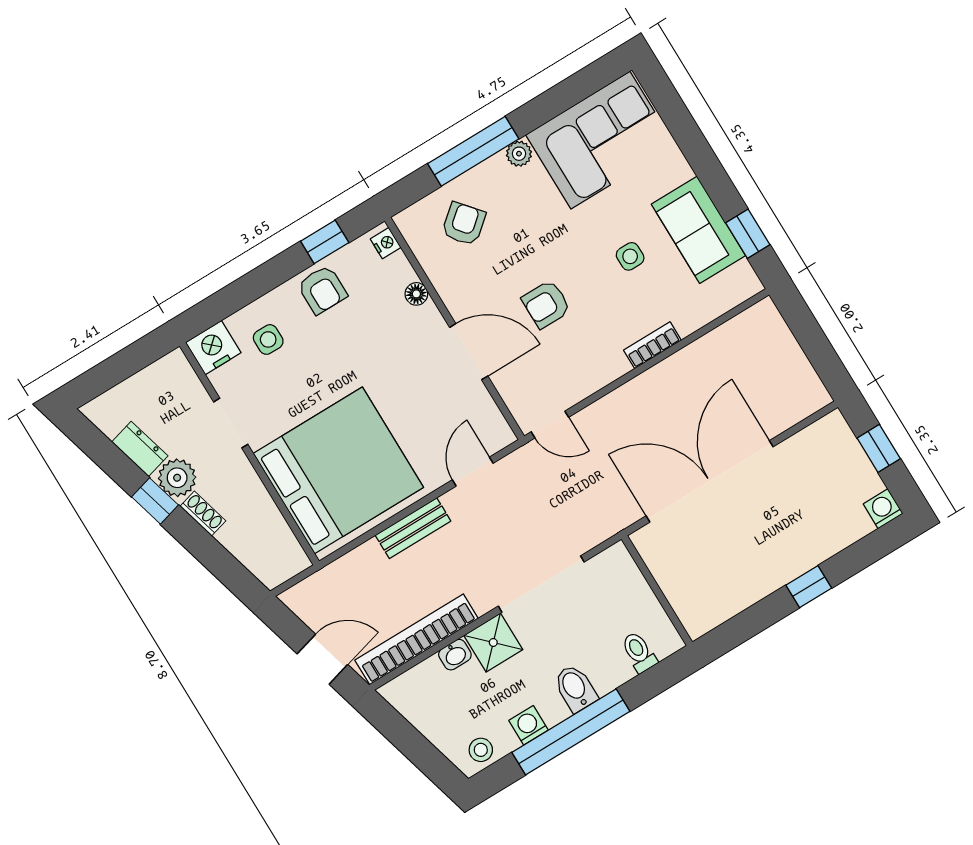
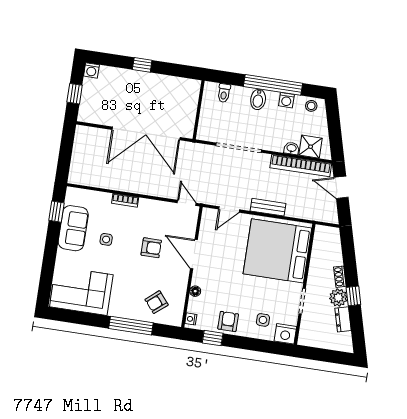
plant: (519, 154) -> (115, 311), removed
shower: (493, 642) -> (311, 147), moved

